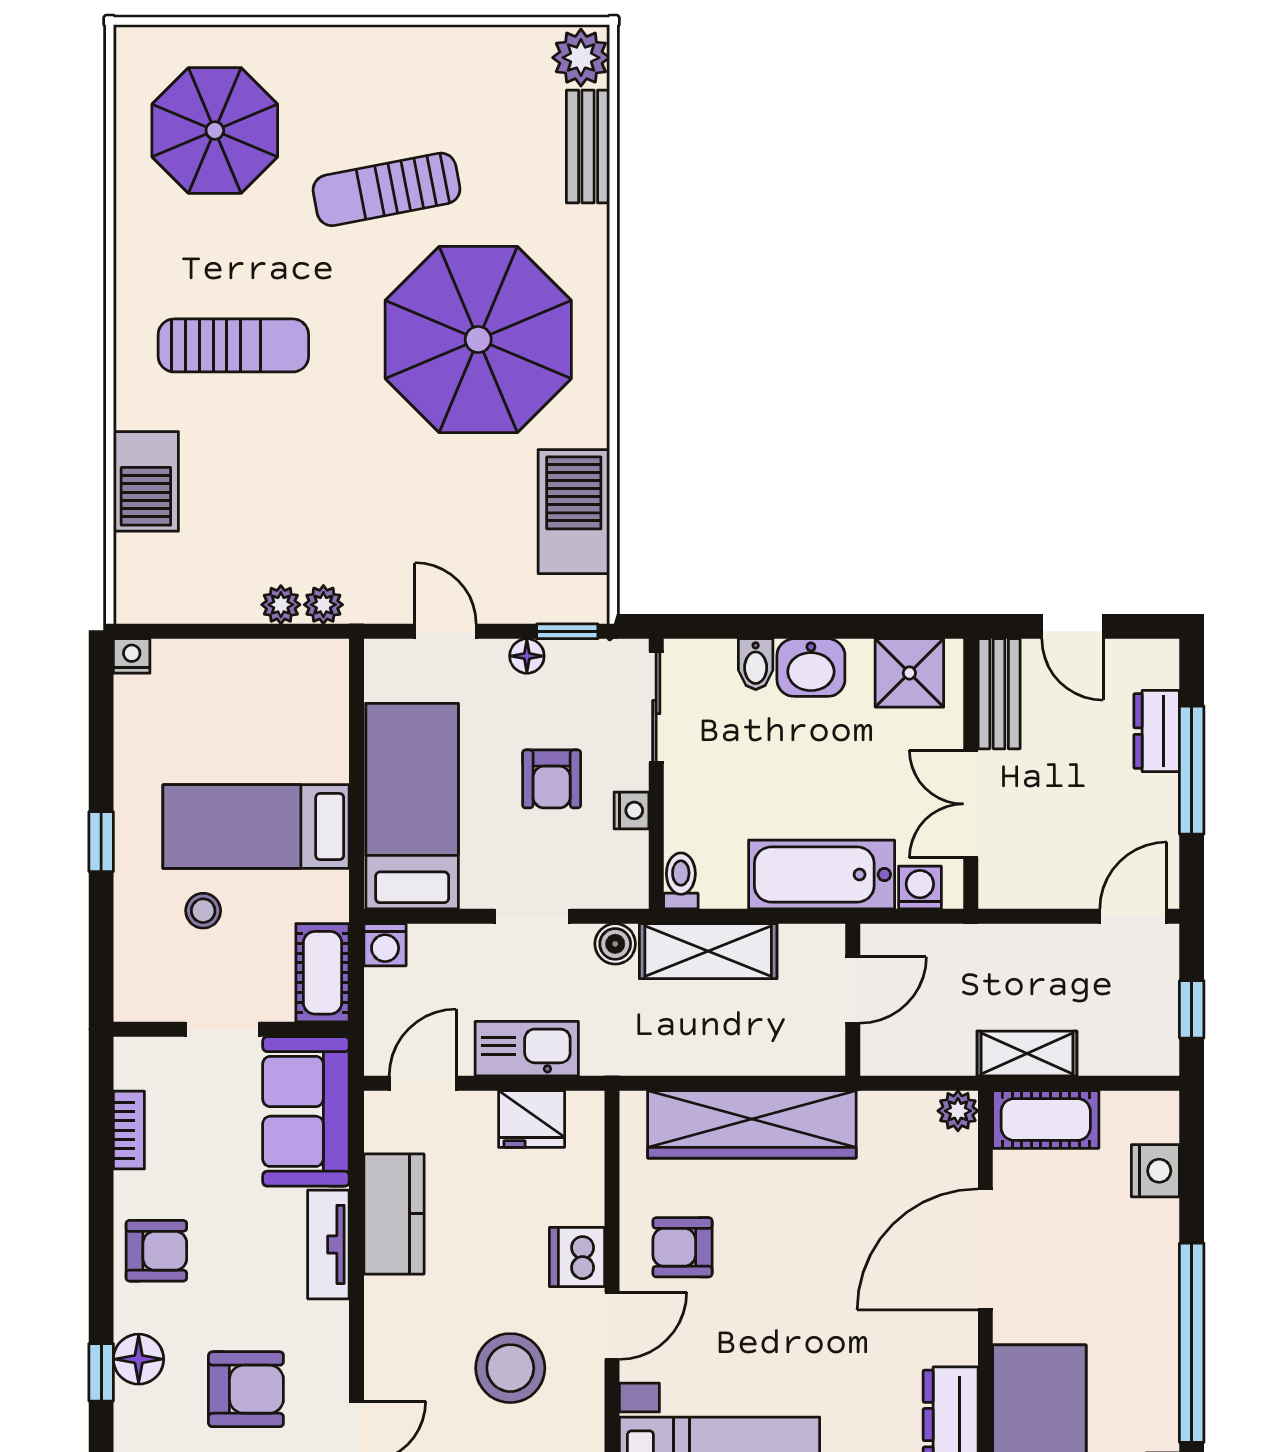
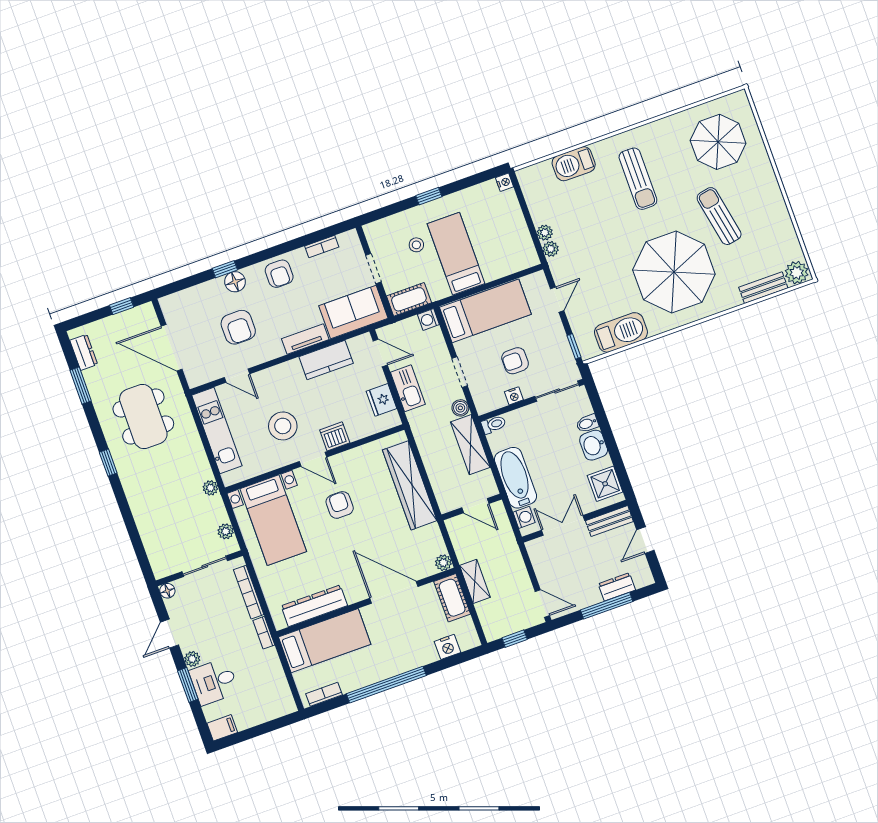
floor lamp: (527, 656) -> (559, 334), removed
armchair: (682, 1247) -> (340, 505), moved

